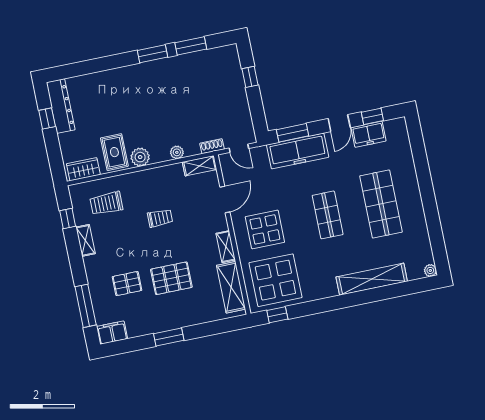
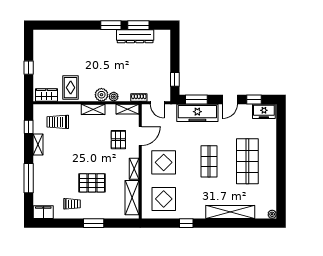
window: (250, 77) -> (175, 79), moved
dresser: (61, 106) -> (135, 36), moved, turned 90
window: (47, 118) -> (29, 68), moved
freezer: (369, 134) -> (264, 111), moved
plant: (140, 157) -> (101, 95), moved
shelving: (152, 176) -> (93, 109), added
trolley: (160, 218) -> (72, 204), moved
display table: (275, 280) -> (164, 199), width x0.73, depth x0.73
pallet: (127, 284) -> (118, 140), moved, turned 90
window: (86, 306) -> (29, 178), moved
window: (277, 315) -> (186, 223), moved
window: (169, 337) -> (94, 223), moved

